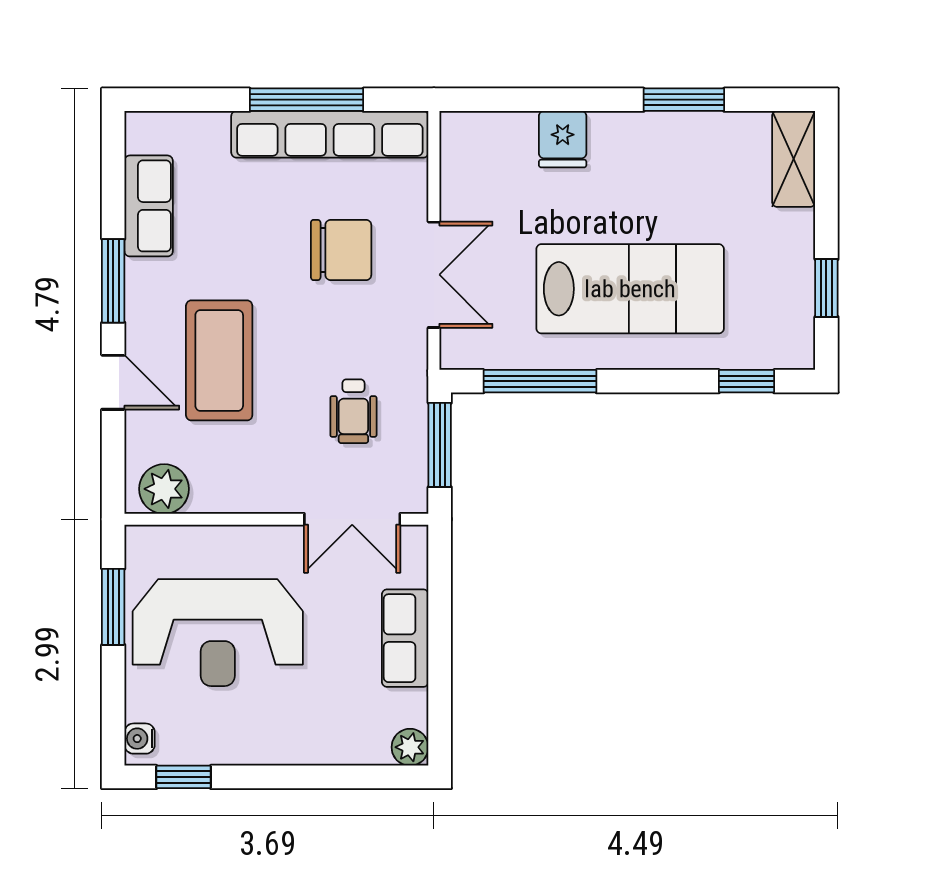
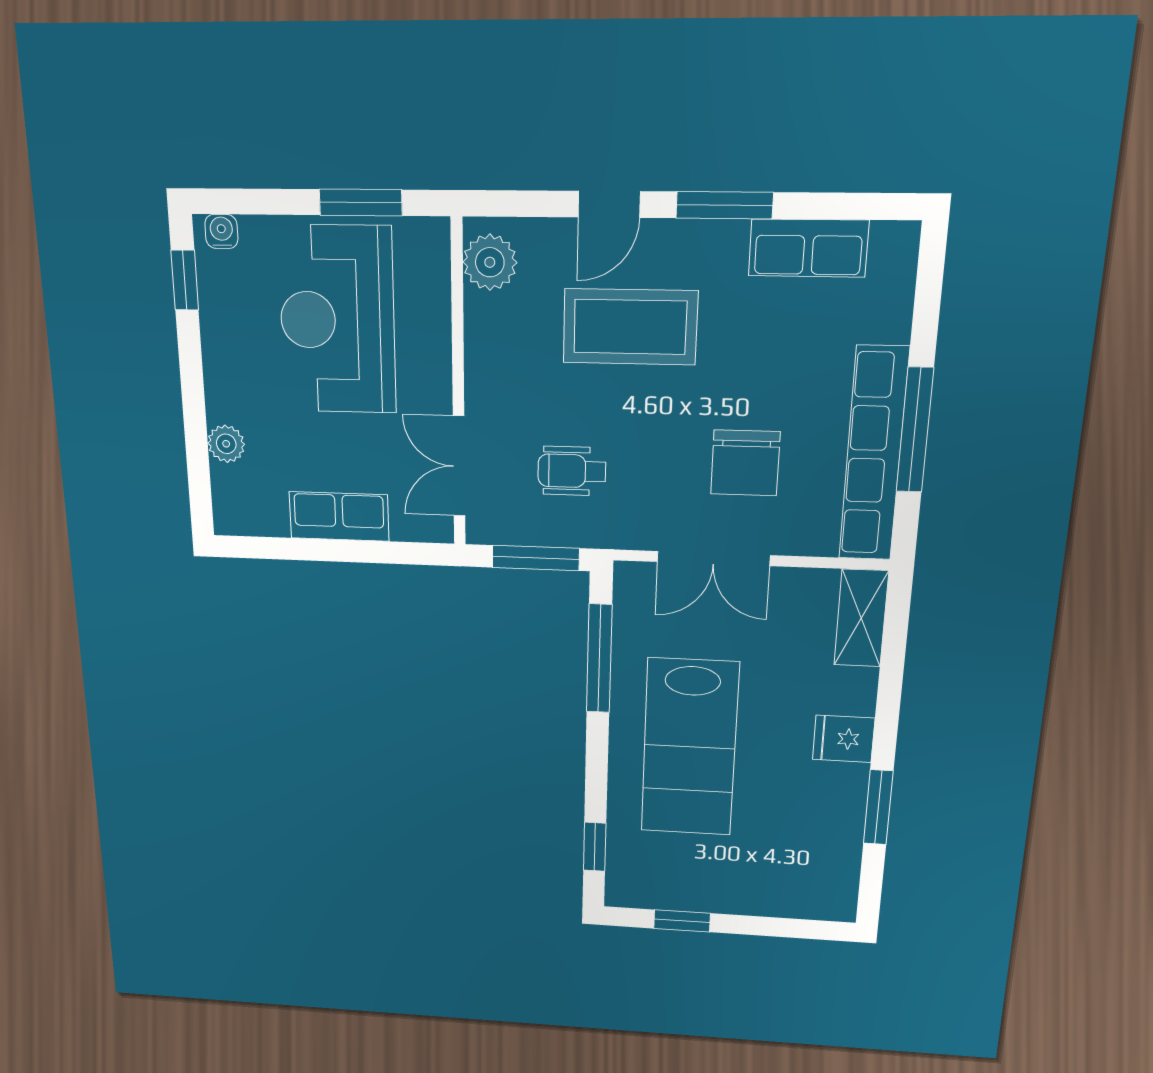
fridge: (563, 139) -> (844, 739), moved
shelving: (794, 159) -> (861, 618), moved, turned 90
plant: (410, 747) -> (226, 444), moved

